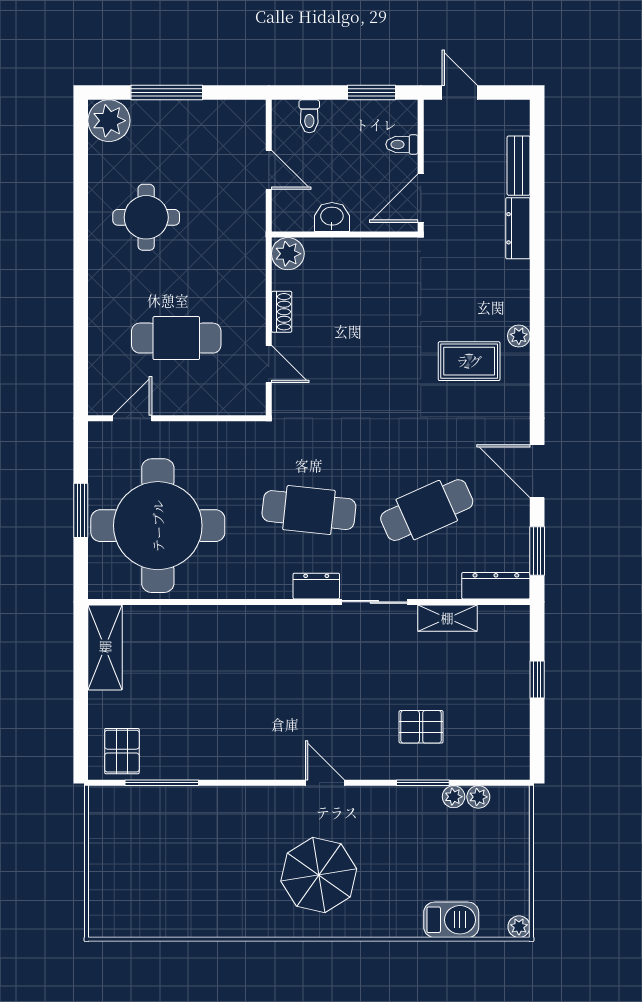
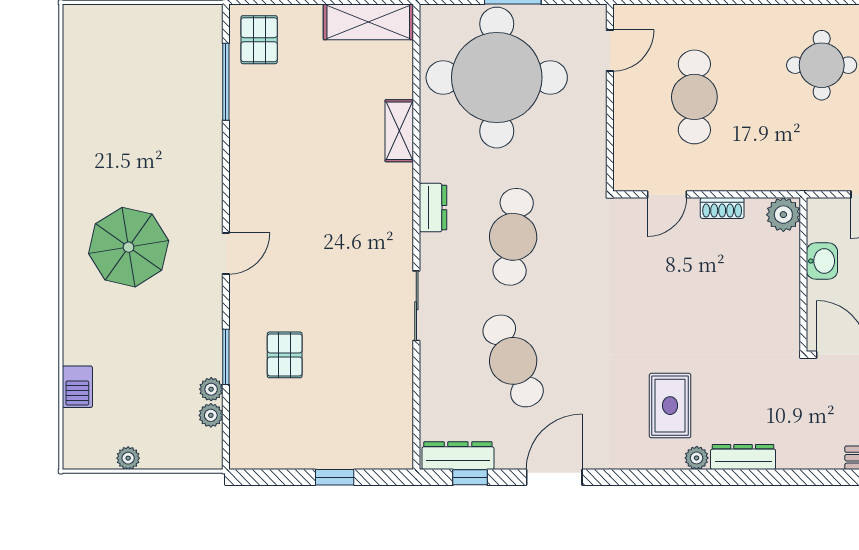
dresser: (518, 228) -> (743, 457), moved
door: (132, 418) -> (610, 51), hinge flipped
window: (537, 551) -> (470, 477), width x0.67
dresser: (316, 586) -> (433, 208), moved
dresser: (496, 586) -> (458, 456), moved, turned -90
shelving: (447, 618) -> (399, 131), moved
pallet: (122, 751) -> (259, 40), turned 90
barbecue: (451, 920) -> (77, 387), width x0.73, depth x0.79
plant: (519, 927) -> (128, 458), moved

